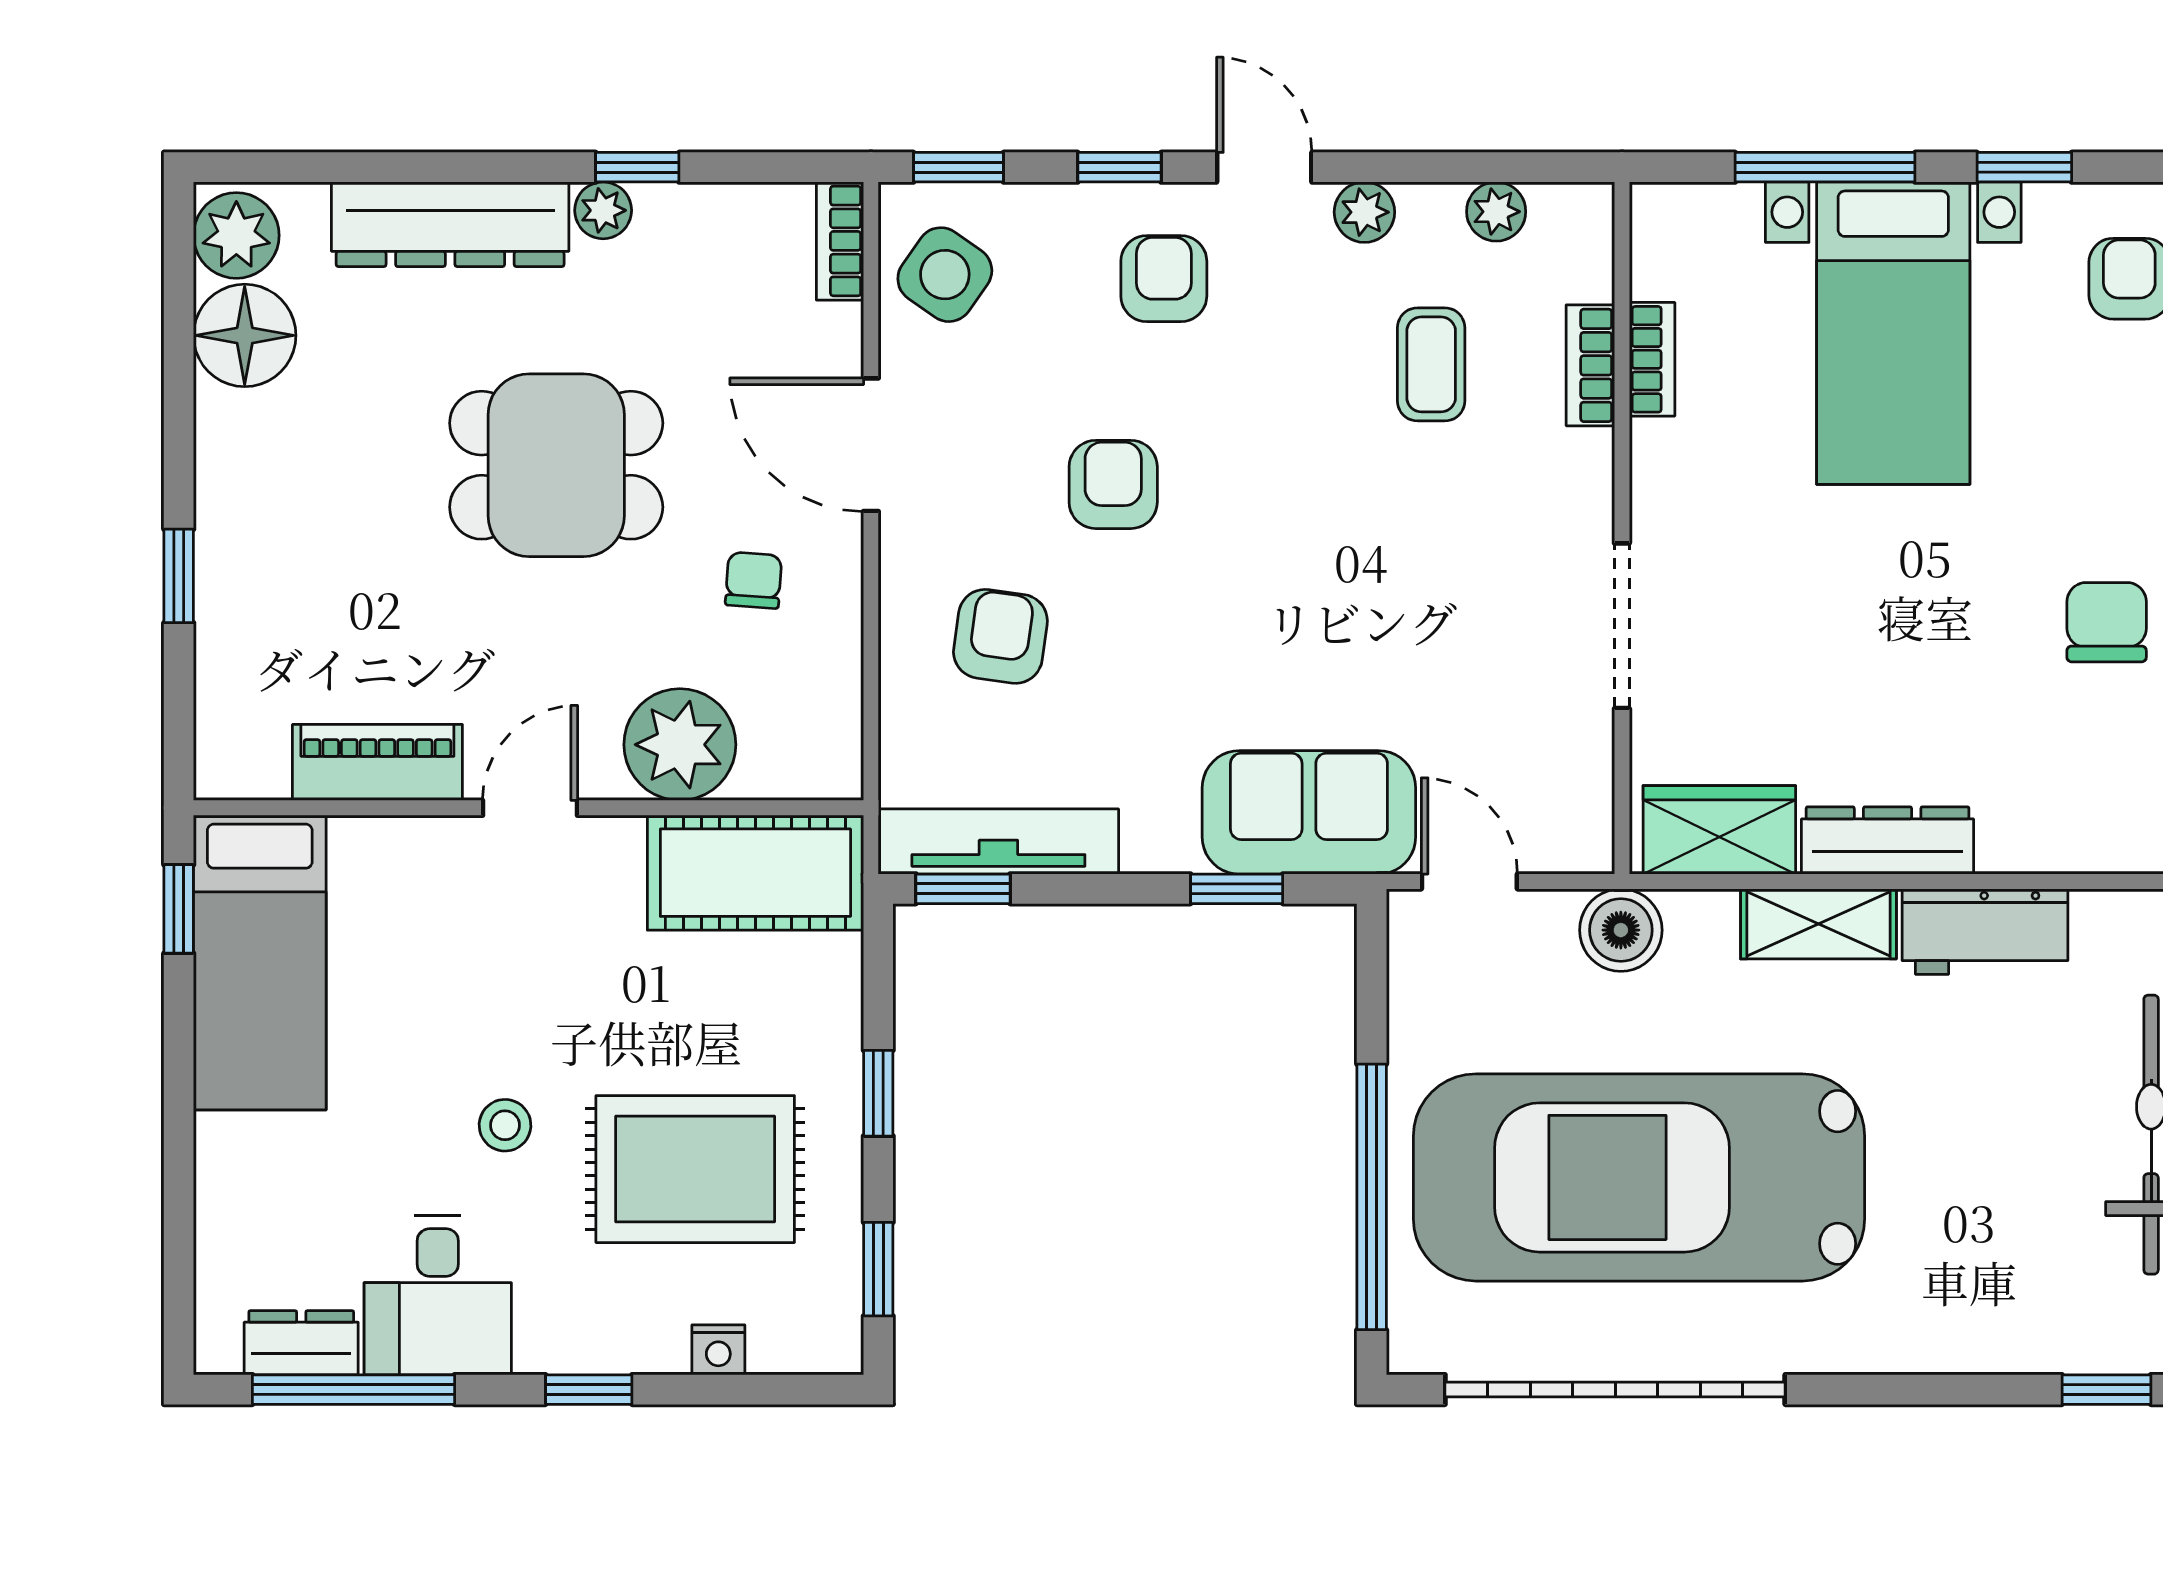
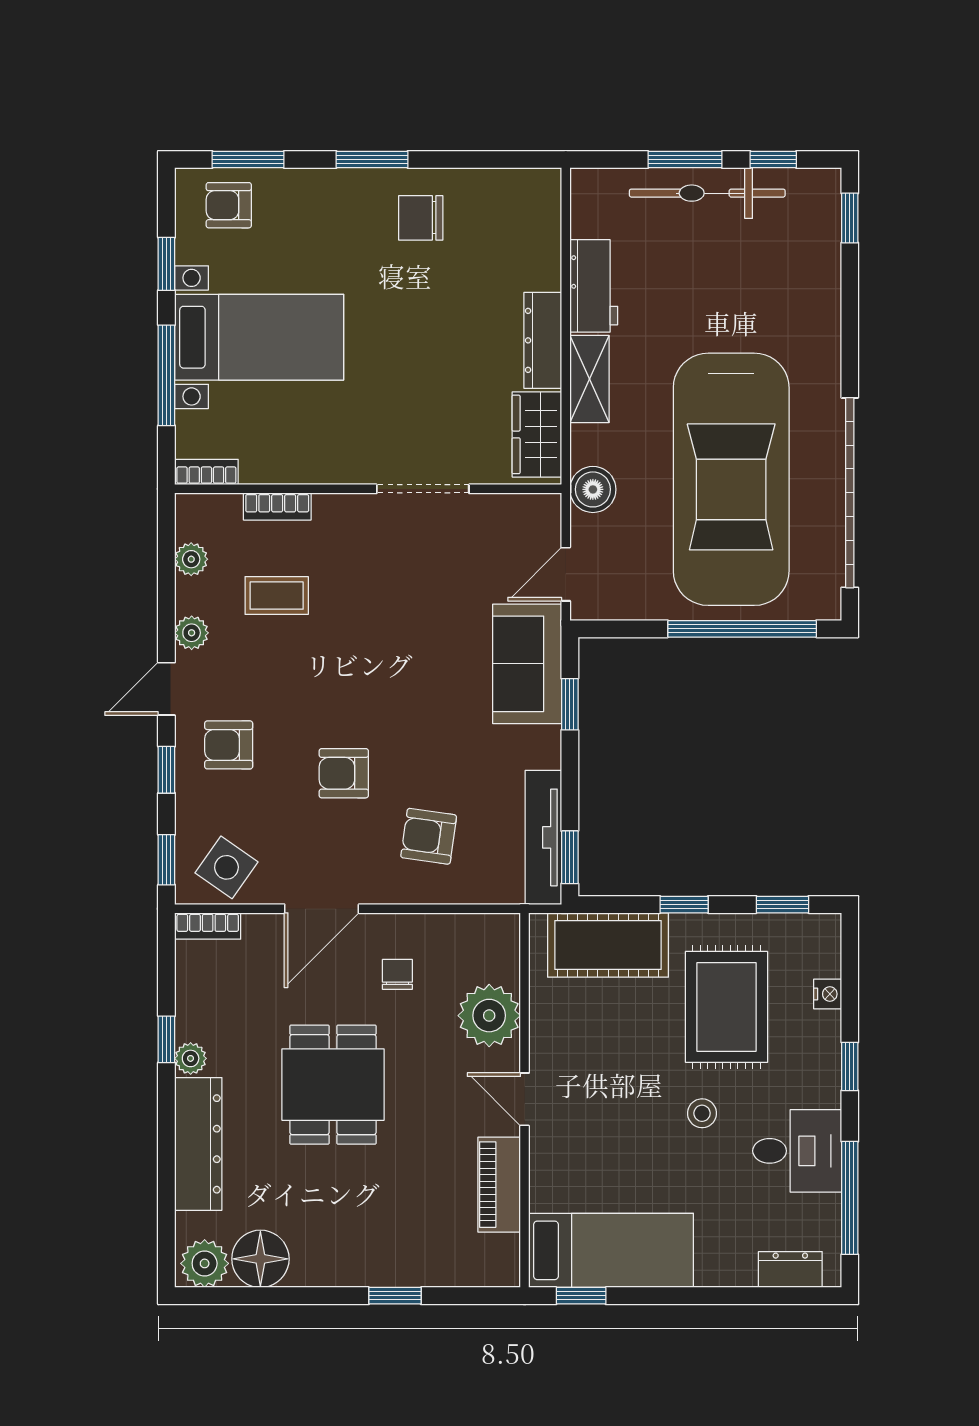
bookcase: (1652, 359) -> (206, 472), moved
chair: (754, 580) -> (397, 974), turned 86
cot: (755, 873) -> (608, 945), moved, turned 90
dresser: (301, 1343) -> (790, 1270), moved, turned 90

